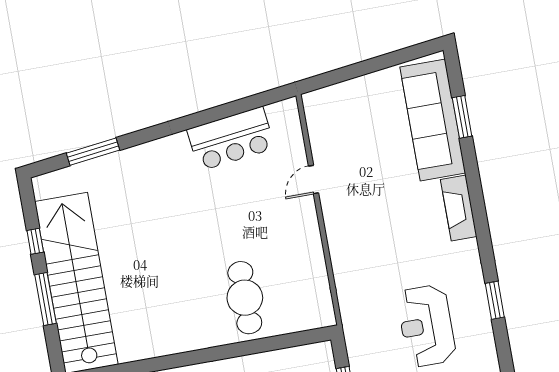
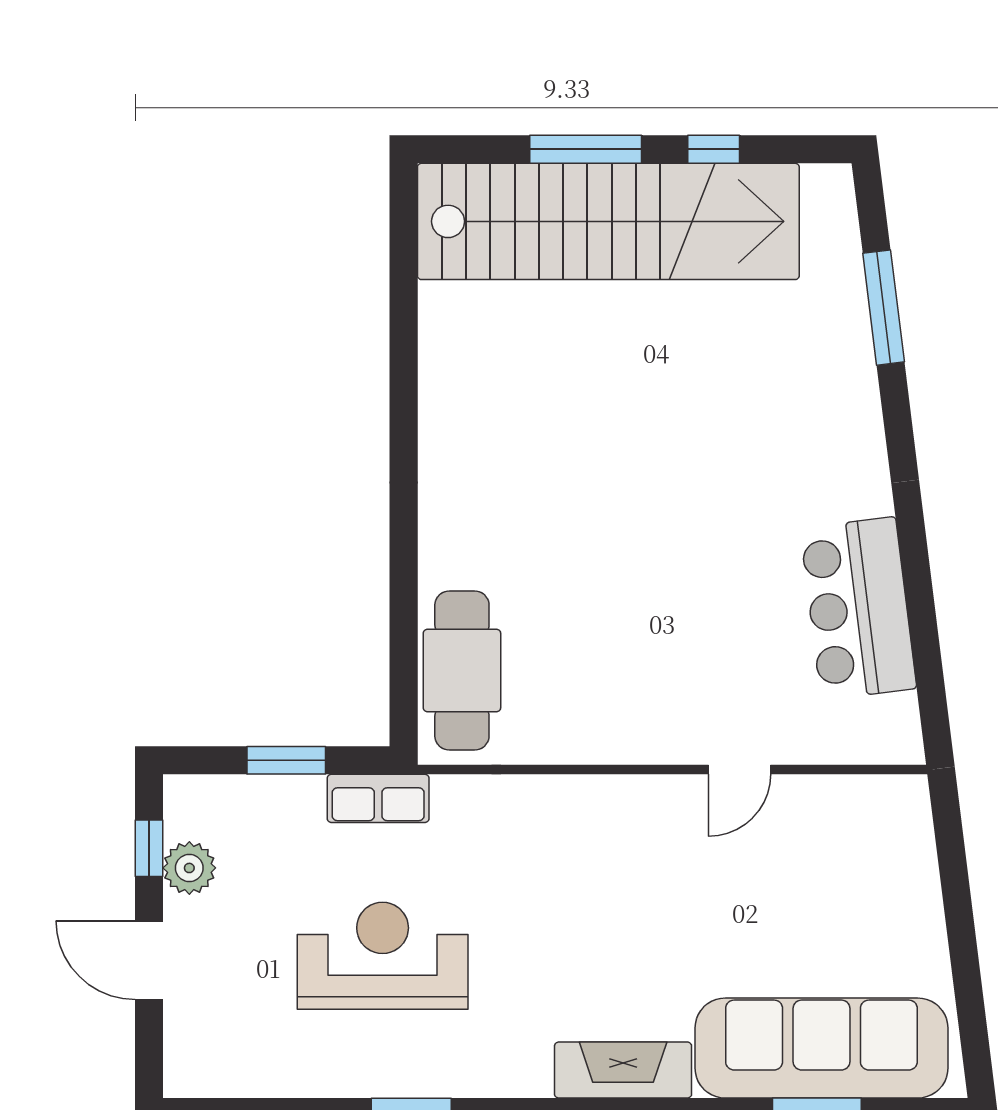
door: (313, 179) -> (740, 770), swing flipped
cafe table: (245, 298) -> (462, 671), moved, turned 90
row of seats: (356, 341) -> (378, 798), added

